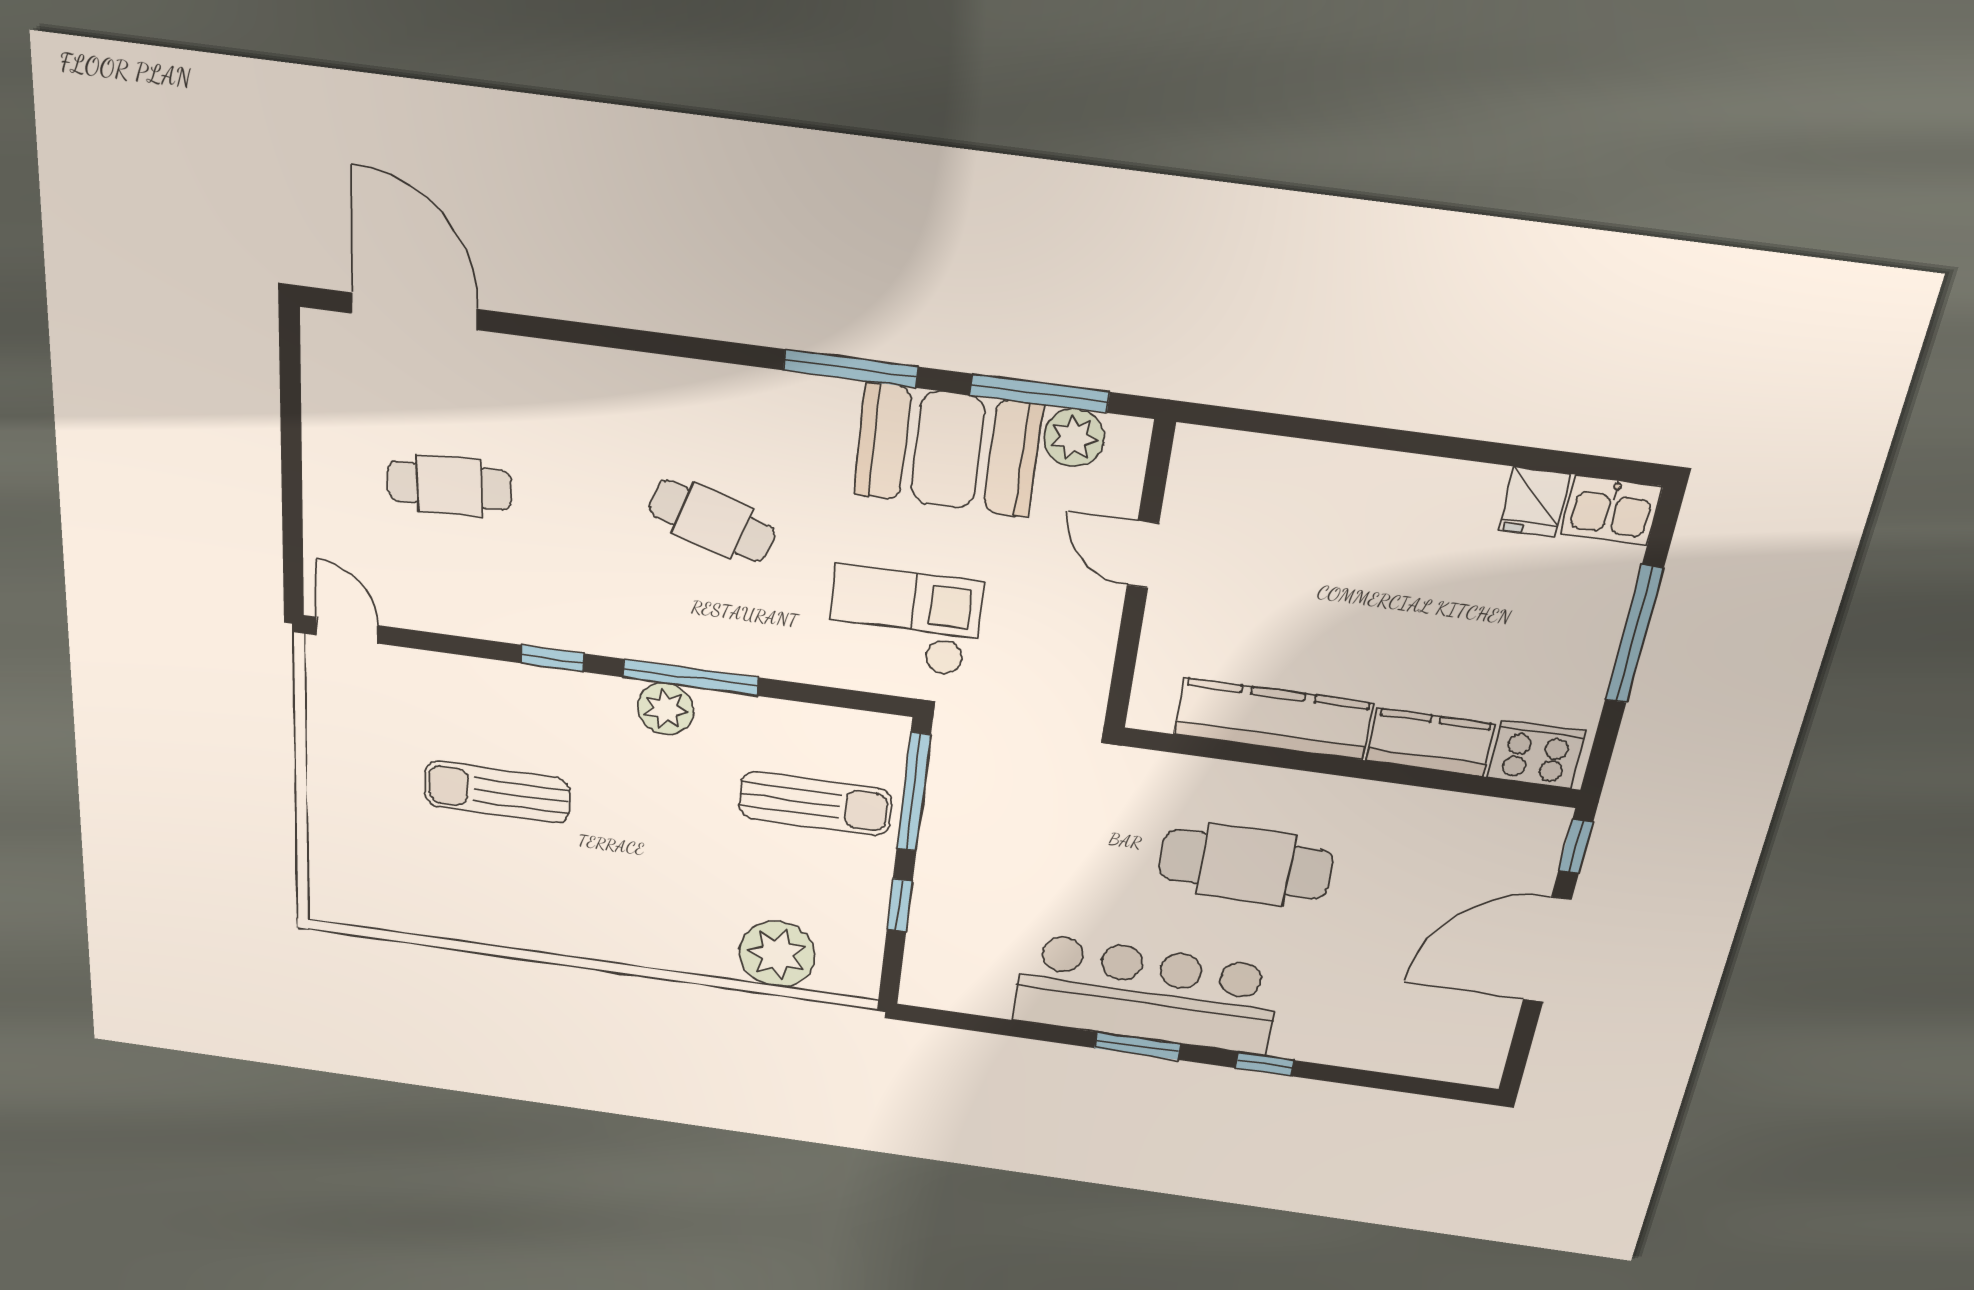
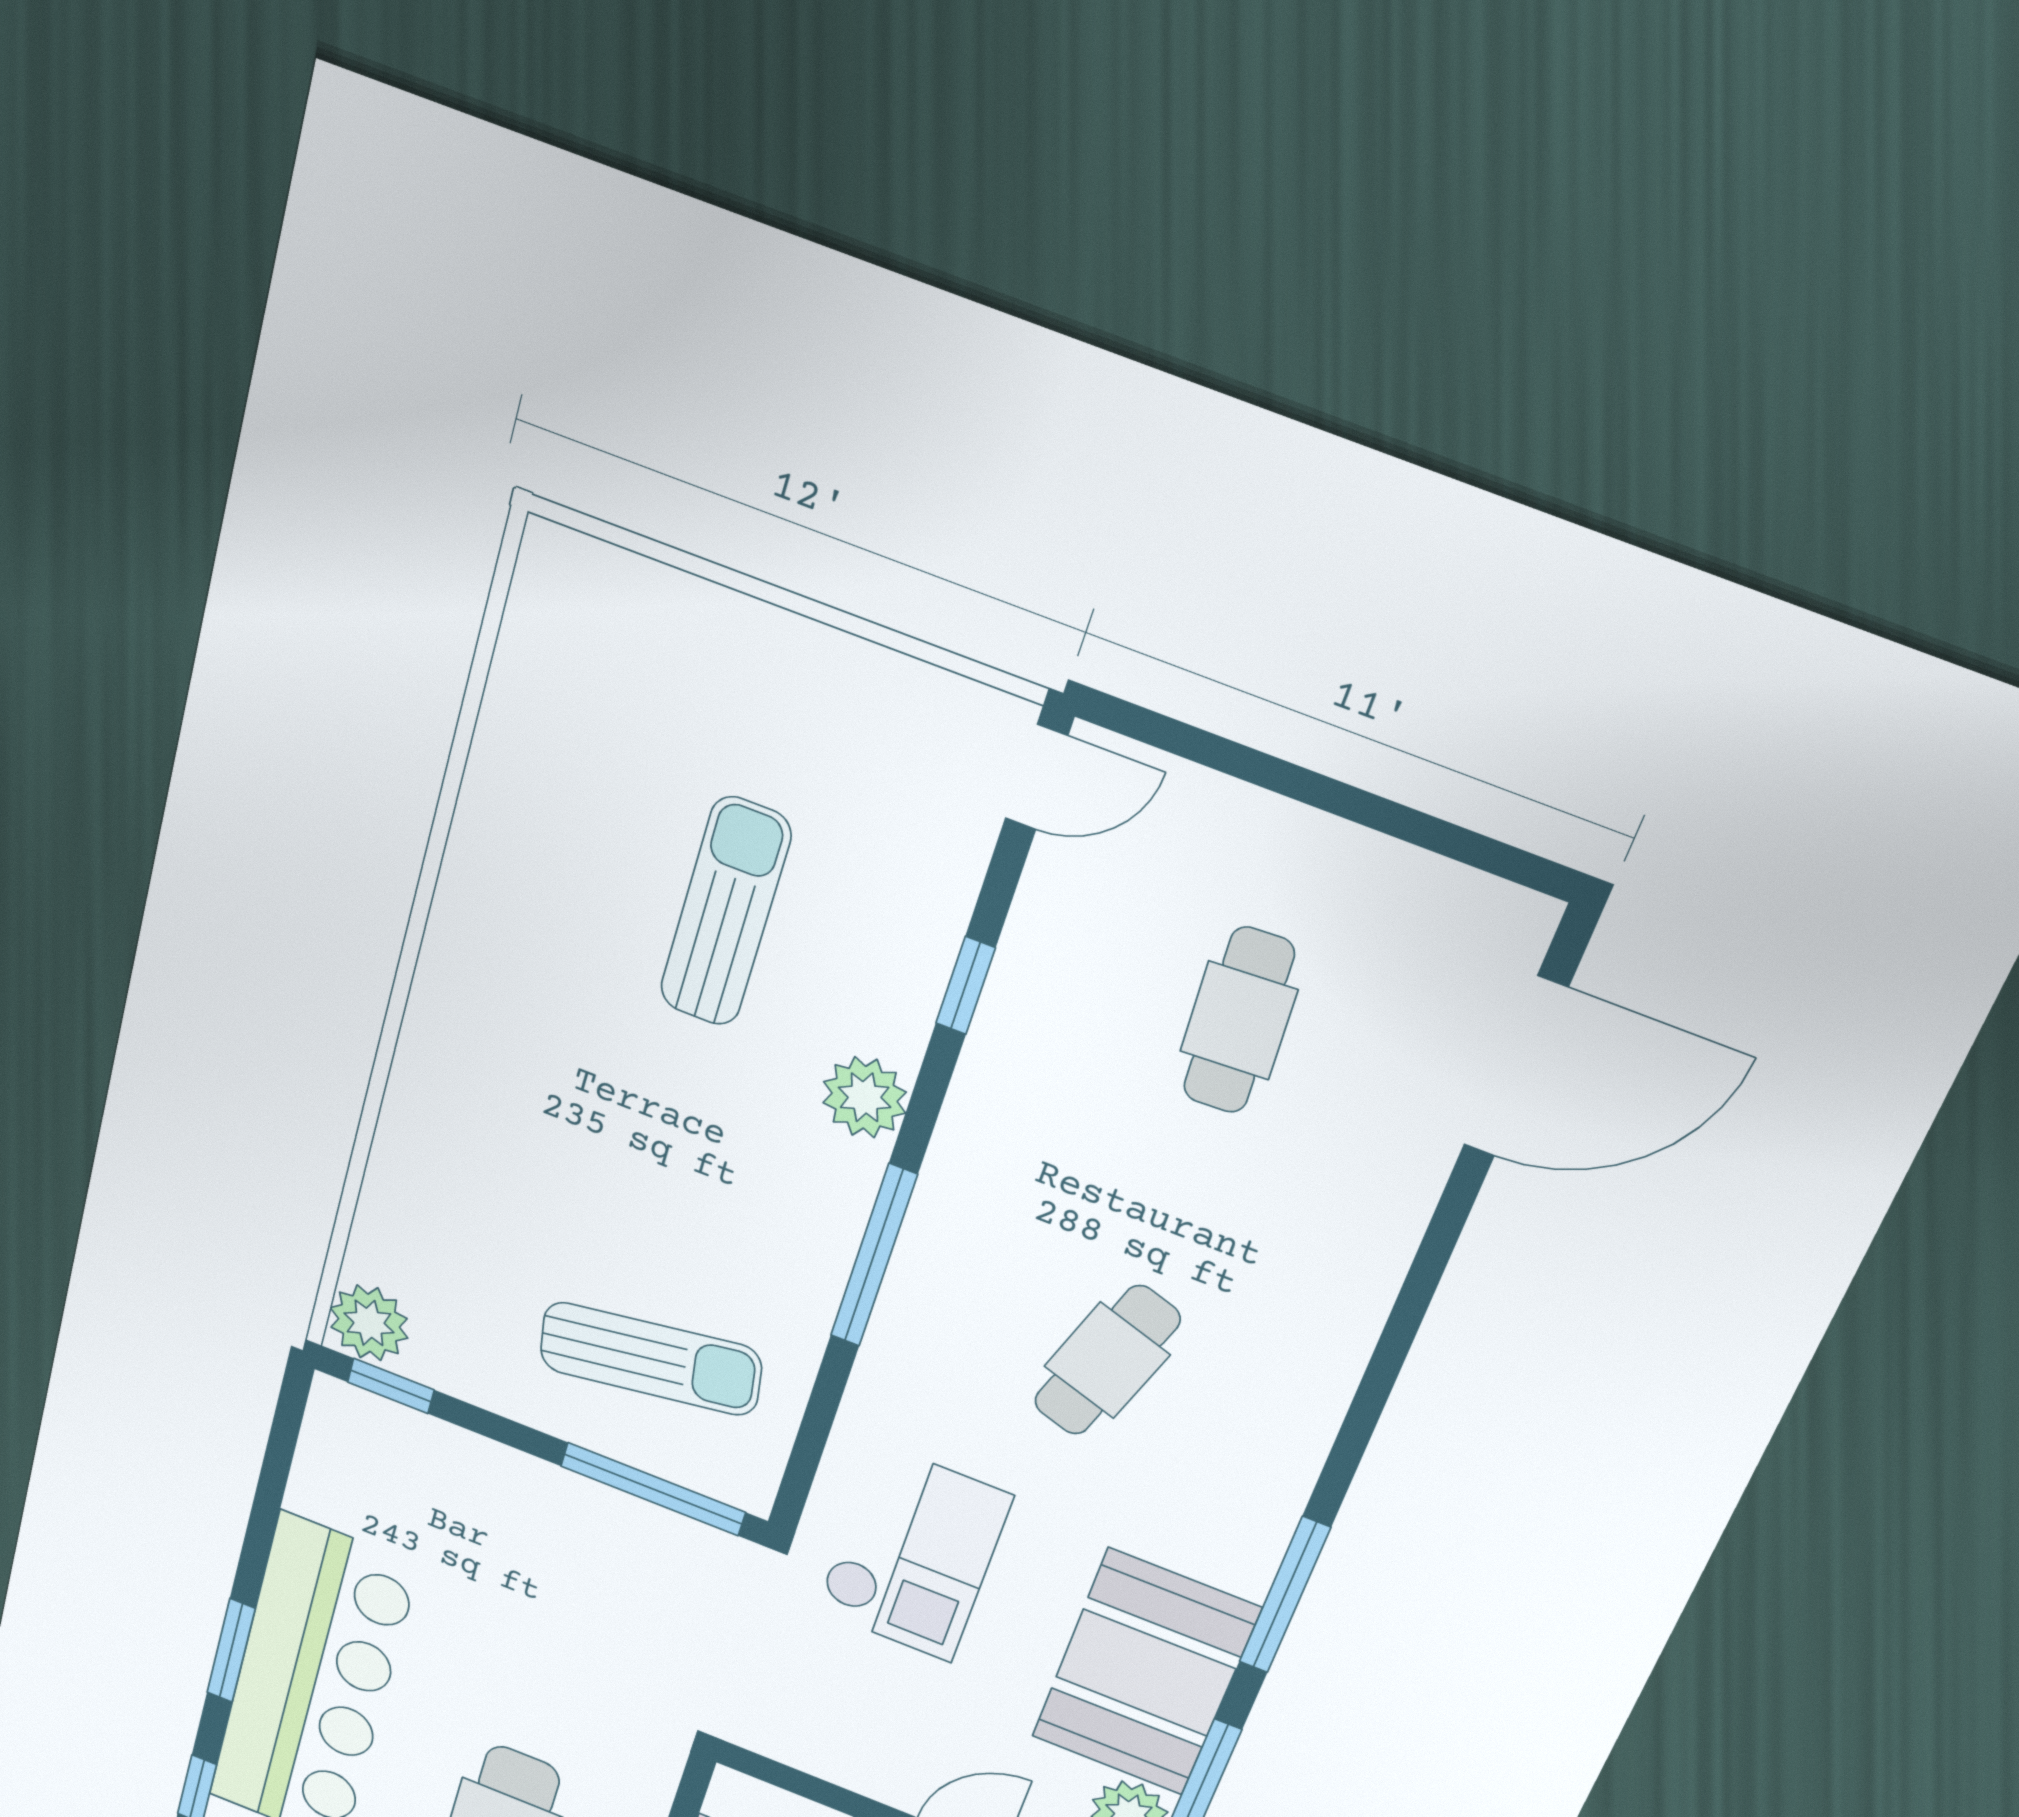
window: (553, 658) -> (966, 986), moved
plant: (665, 709) -> (865, 1097), moved
sun lounger: (815, 804) -> (651, 1359), turned -99
window: (900, 905) -> (391, 1386), moved
plant: (777, 954) -> (369, 1323), moved, width x0.73, depth x0.73

